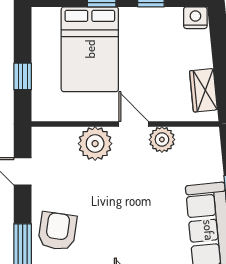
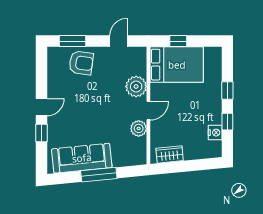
nightstand: (195, 18) -> (215, 133), moved
bed: (90, 49) -> (177, 65), moved, turned 180

